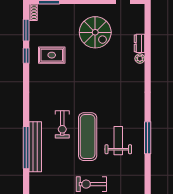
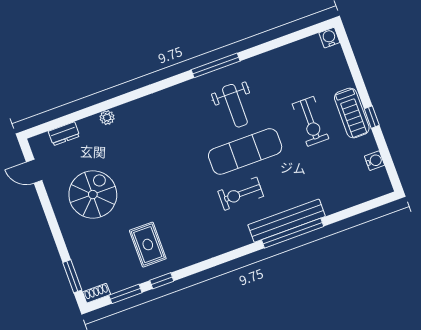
dresser: (140, 43) -> (64, 134), moved
exercise bike: (62, 124) -> (241, 194), turned 180
weight bench: (118, 141) -> (235, 106), turned -90

